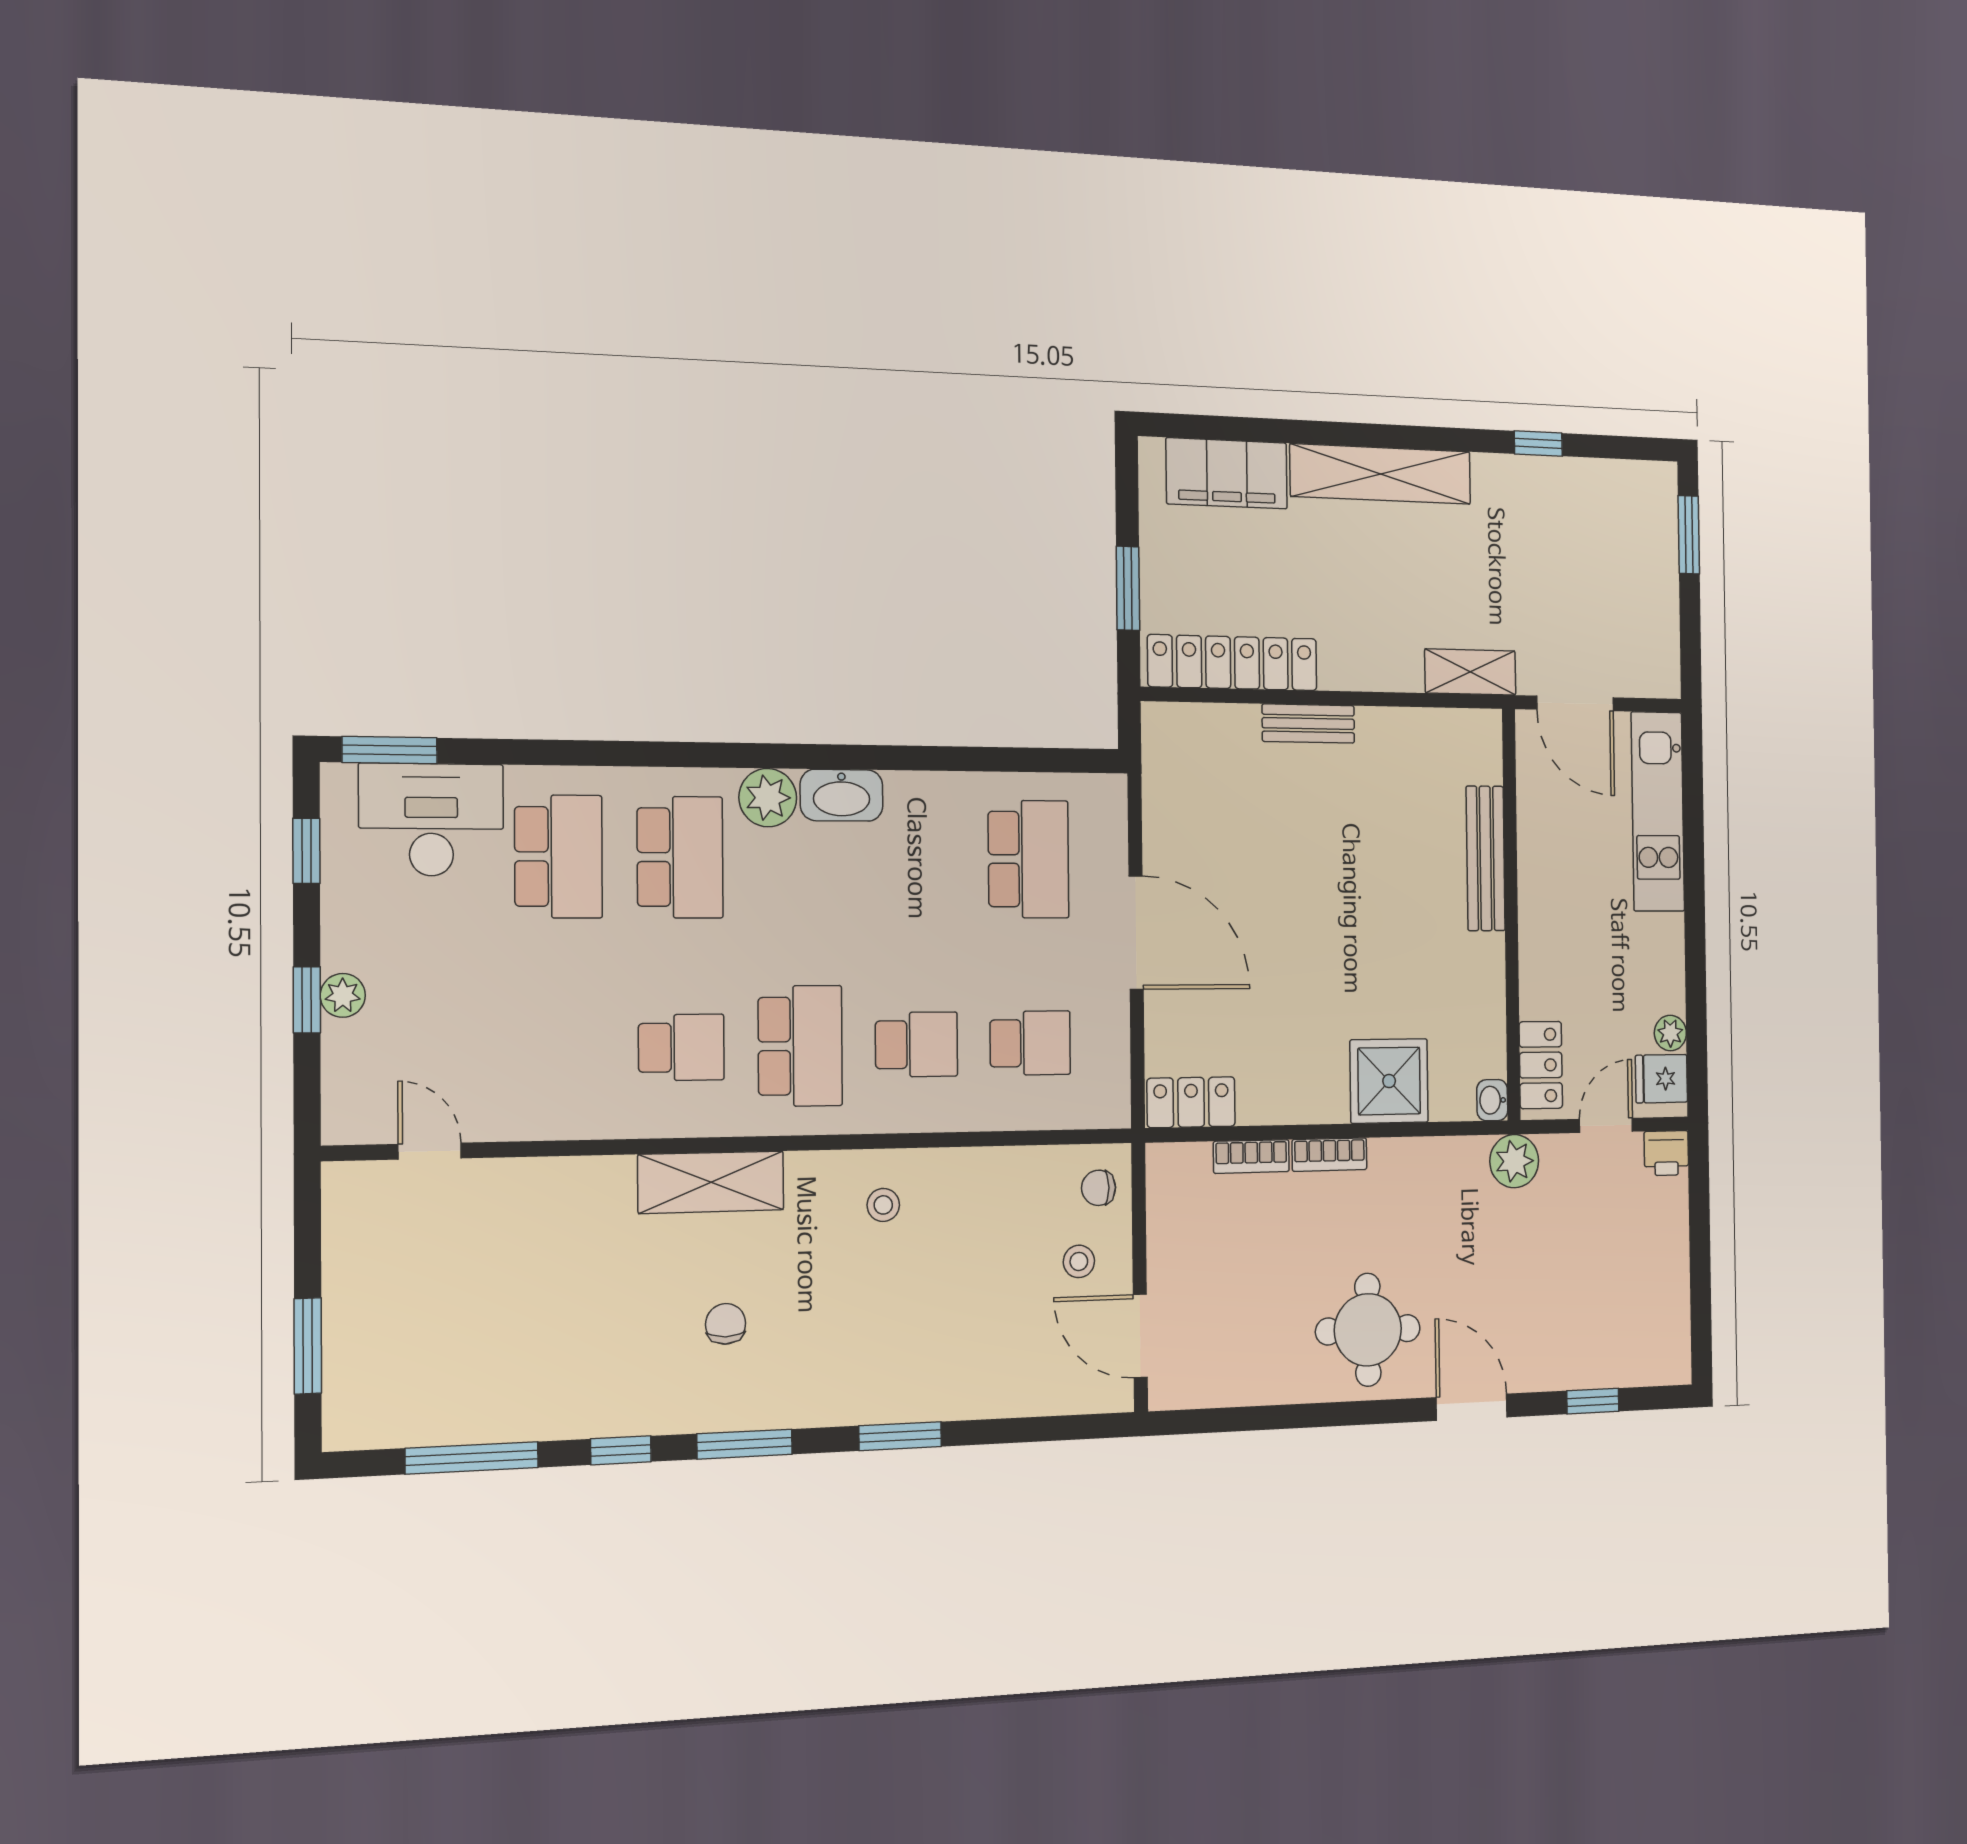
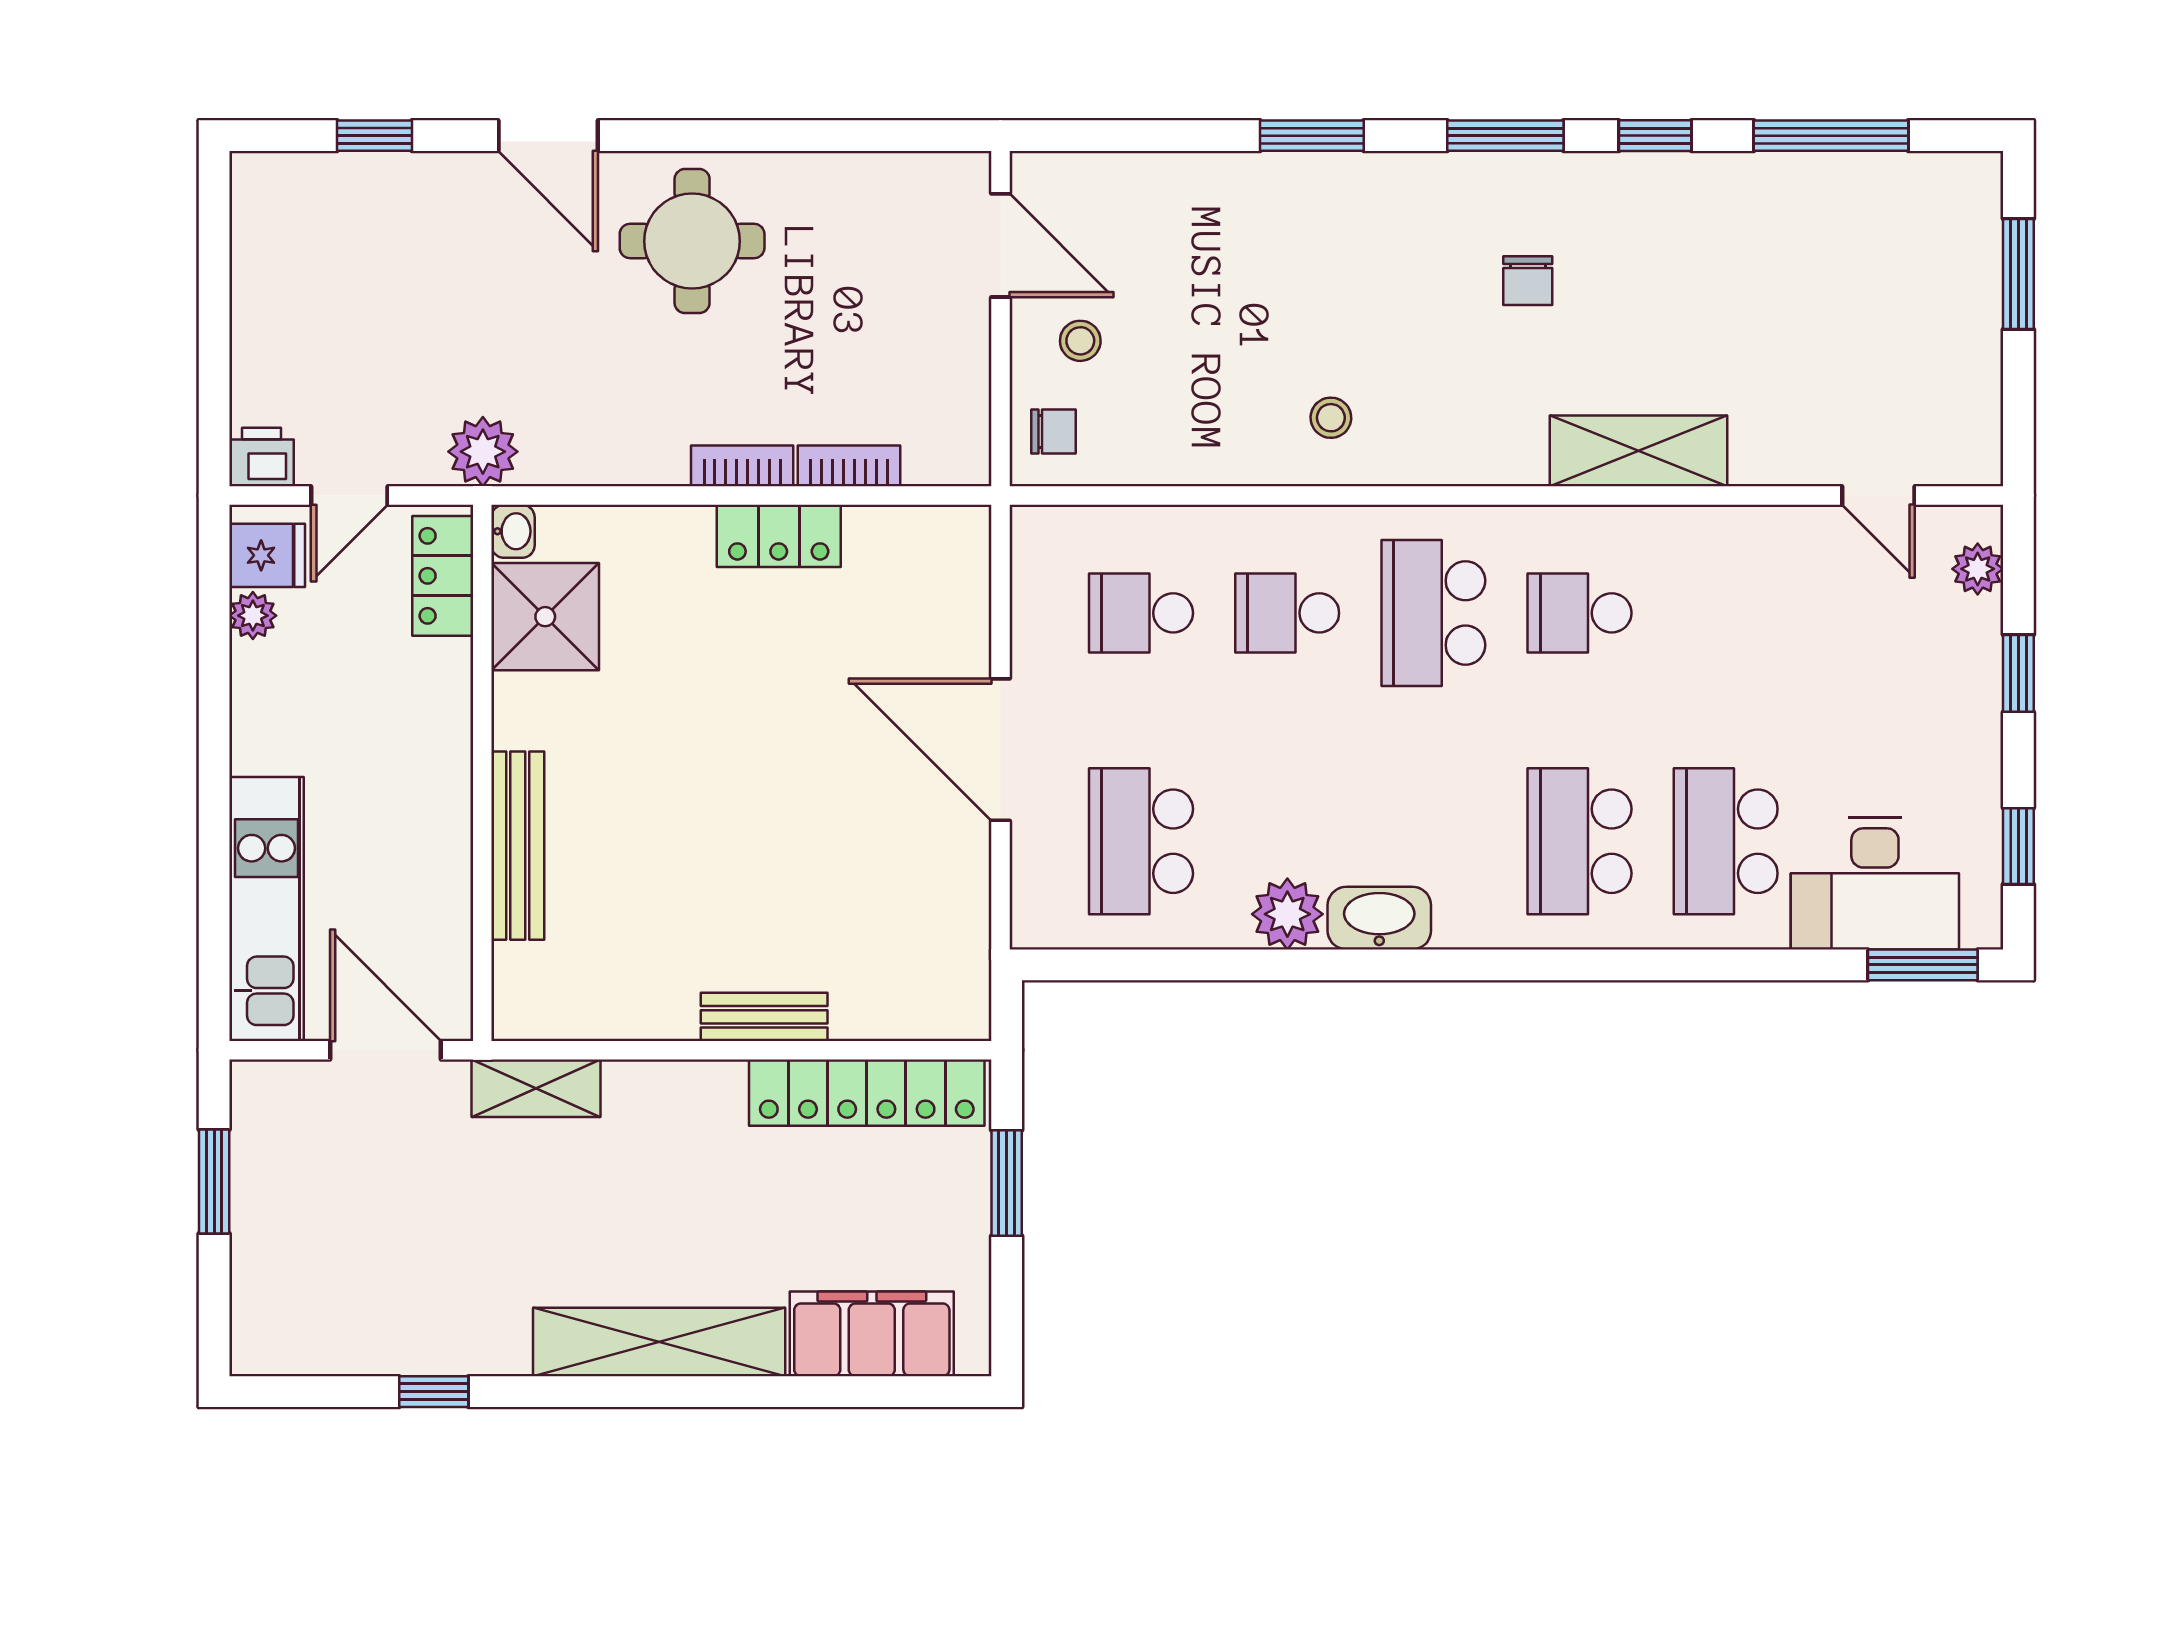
window: (1689, 535) -> (214, 1181), moved
plant: (768, 798) -> (1287, 914), moved
plant: (343, 995) -> (1978, 569), moved
shower: (1389, 1081) -> (545, 617), moved
locker: (1191, 1102) -> (779, 536), moved
shelving: (711, 1182) -> (1639, 451), moved

